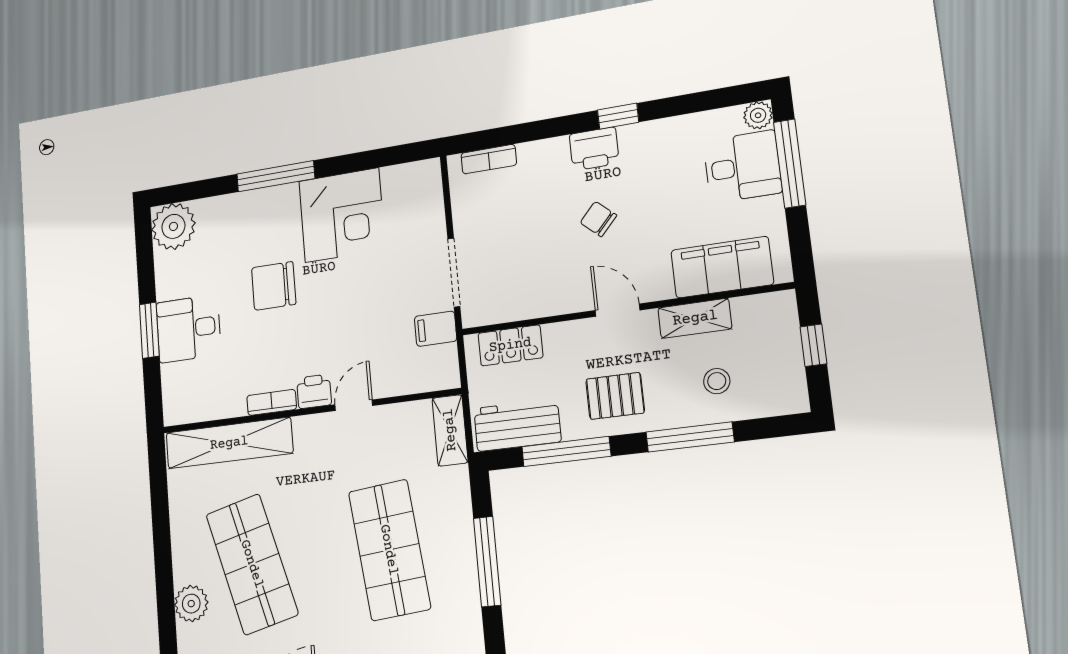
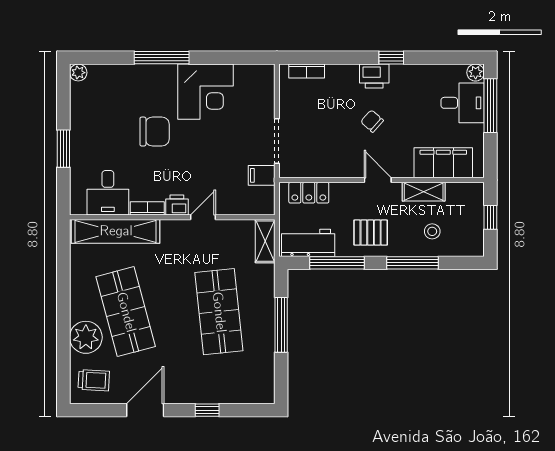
plant: (173, 226) -> (78, 73), width x0.53, depth x0.53
chair: (274, 286) -> (155, 132), turned 180
desk: (189, 329) -> (108, 193), moved, turned -90
plant: (191, 604) -> (86, 337), width x1.36, depth x1.36

